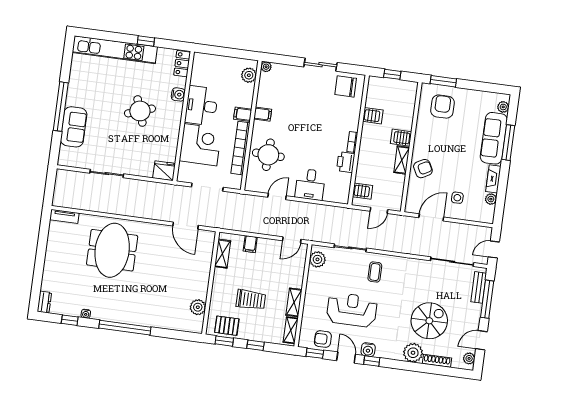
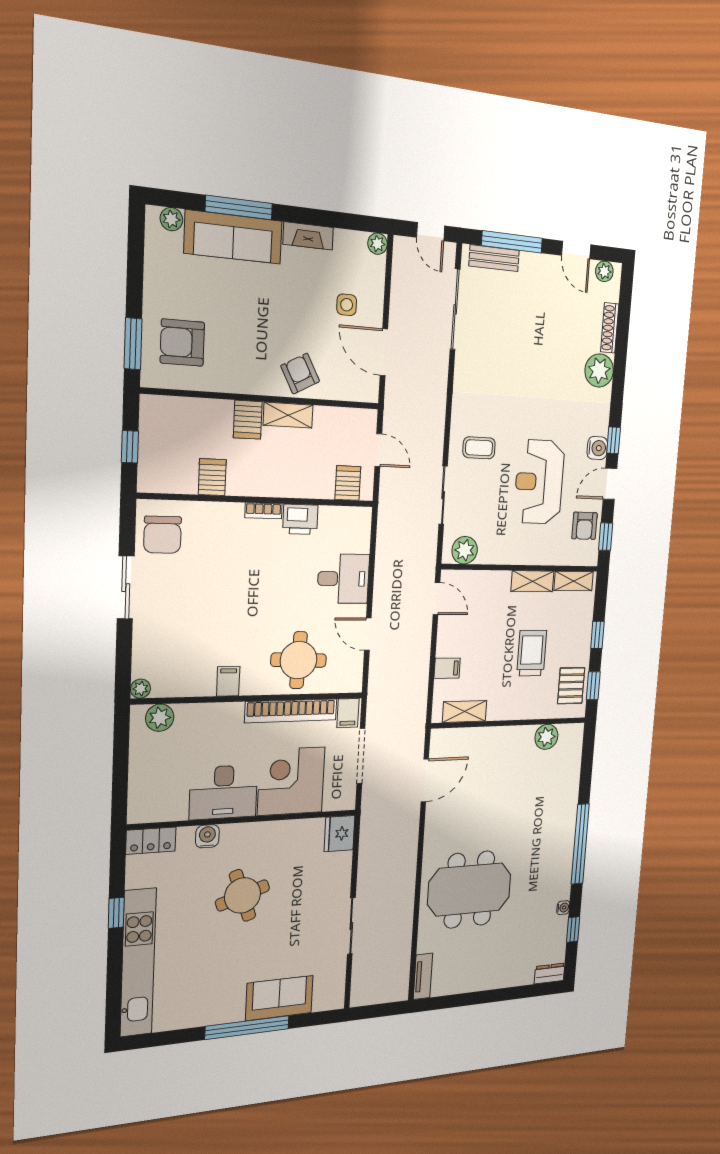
filing cabinet: (243, 114) -> (348, 713), moved
plant: (491, 199) -> (378, 244), moved
spiral stairs: (429, 321) -> (550, 345), removed

